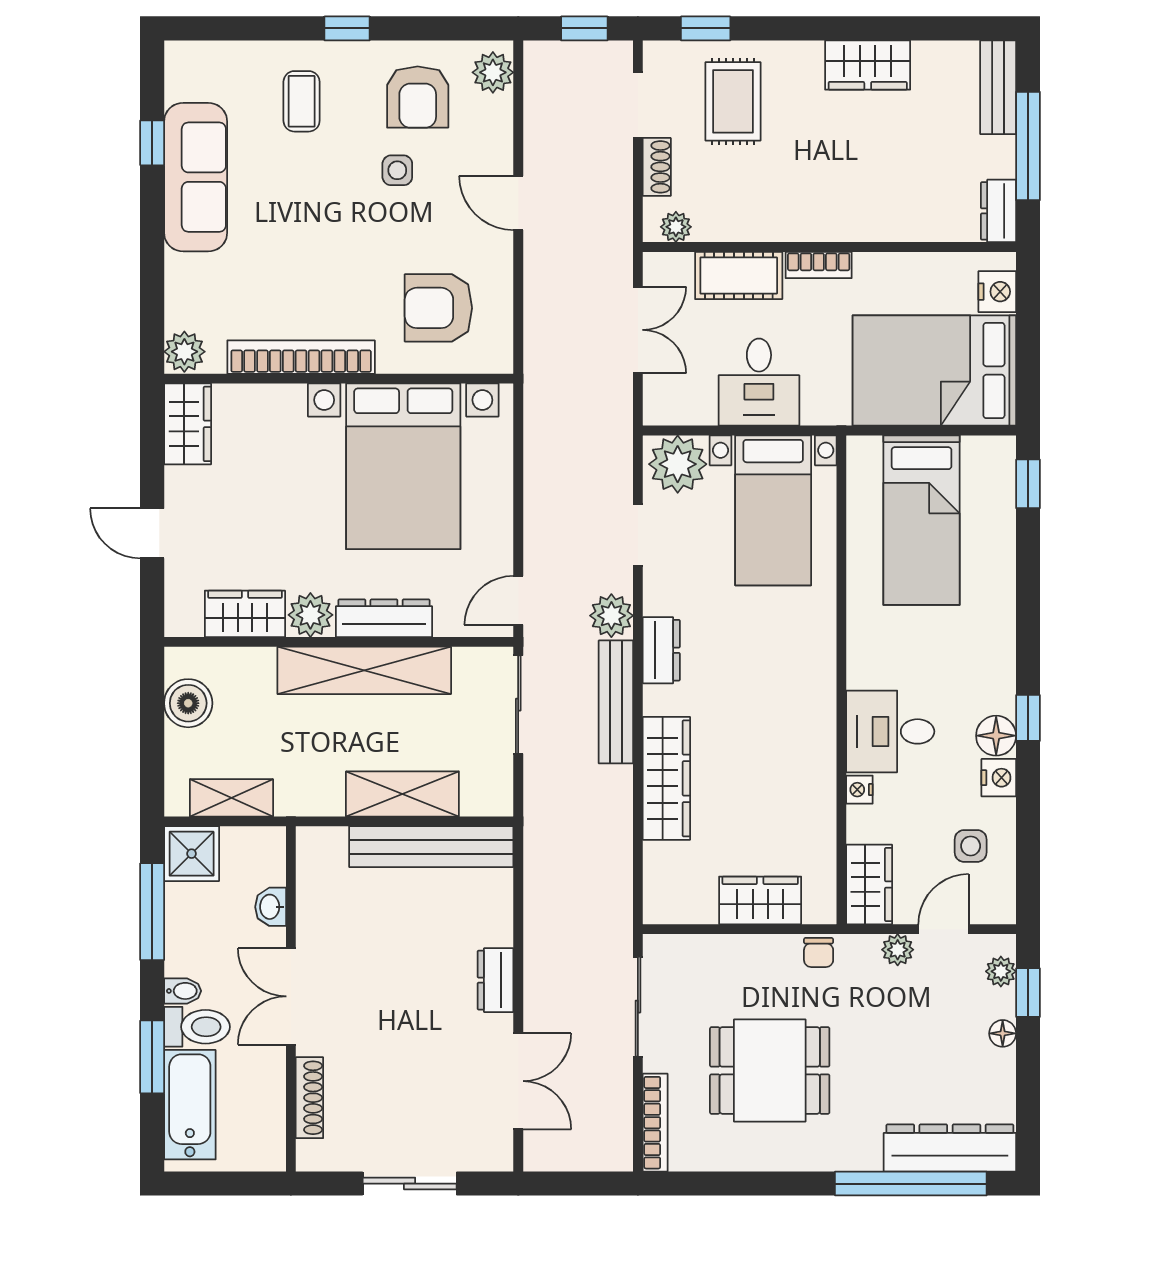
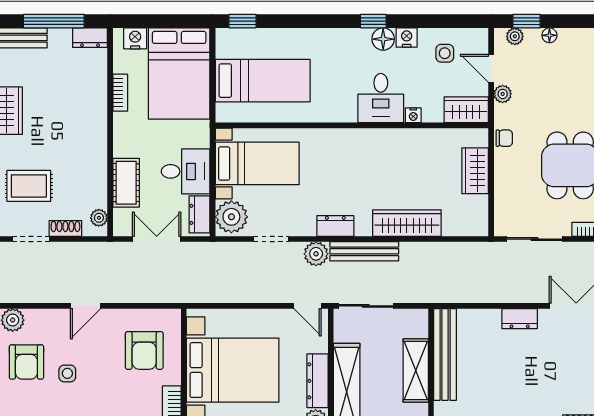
armchair: (418, 97) -> (26, 362), turned 90
bookcase: (819, 265) -> (120, 93), moved
dresser: (682, 407) -> (199, 214), added

